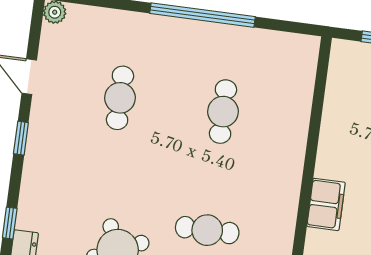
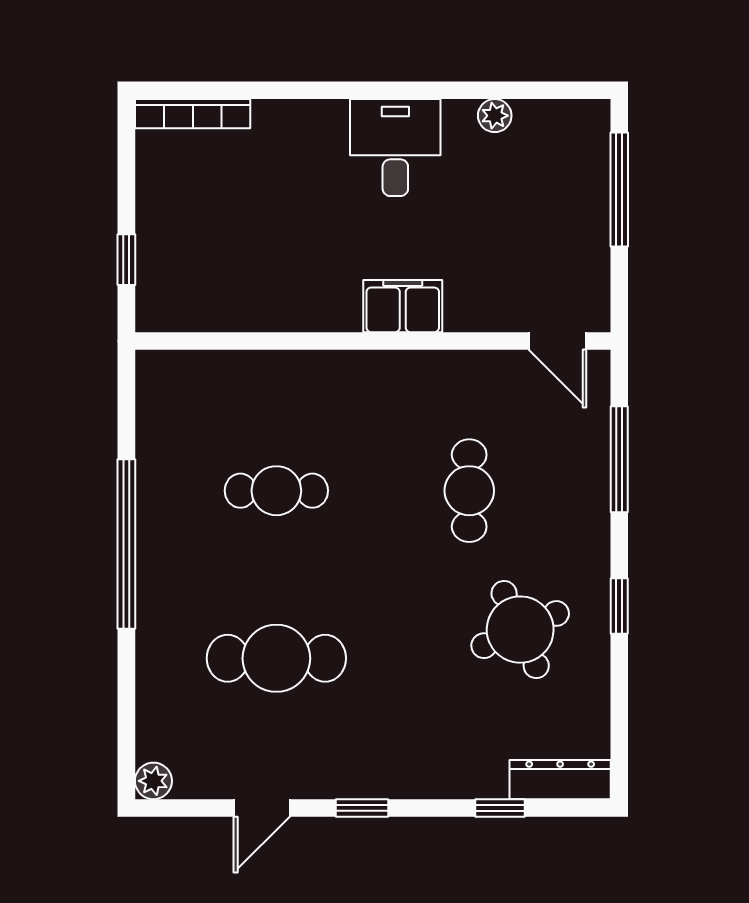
cafe table: (120, 98) -> (276, 658), width x1.37, depth x1.35

